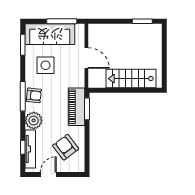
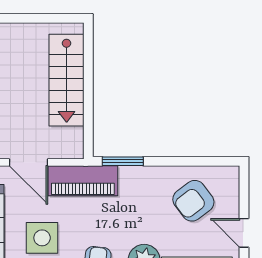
door: (86, 58) -> (29, 162), swing flipped
piano: (77, 107) -> (83, 181), moved

